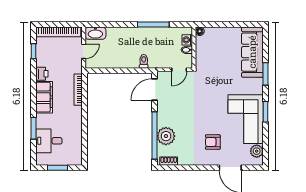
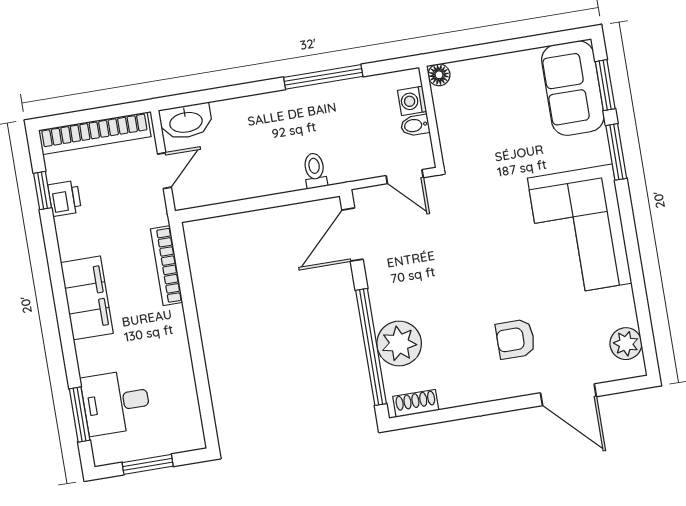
sofa: (252, 52) -> (573, 88), width x0.73
door: (179, 70) -> (405, 177), hinge flipped
printer: (42, 74) -> (65, 198), moved
window: (266, 112) -> (605, 85), moved
corner sofa: (246, 119) -> (580, 231), moved
window: (33, 128) -> (80, 414), moved

